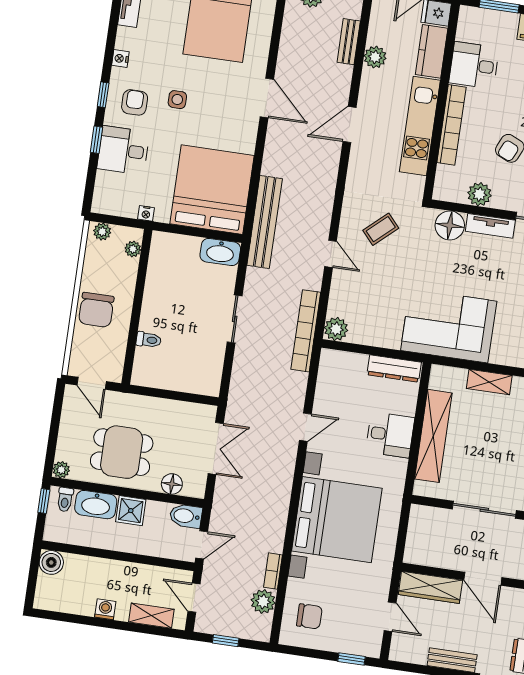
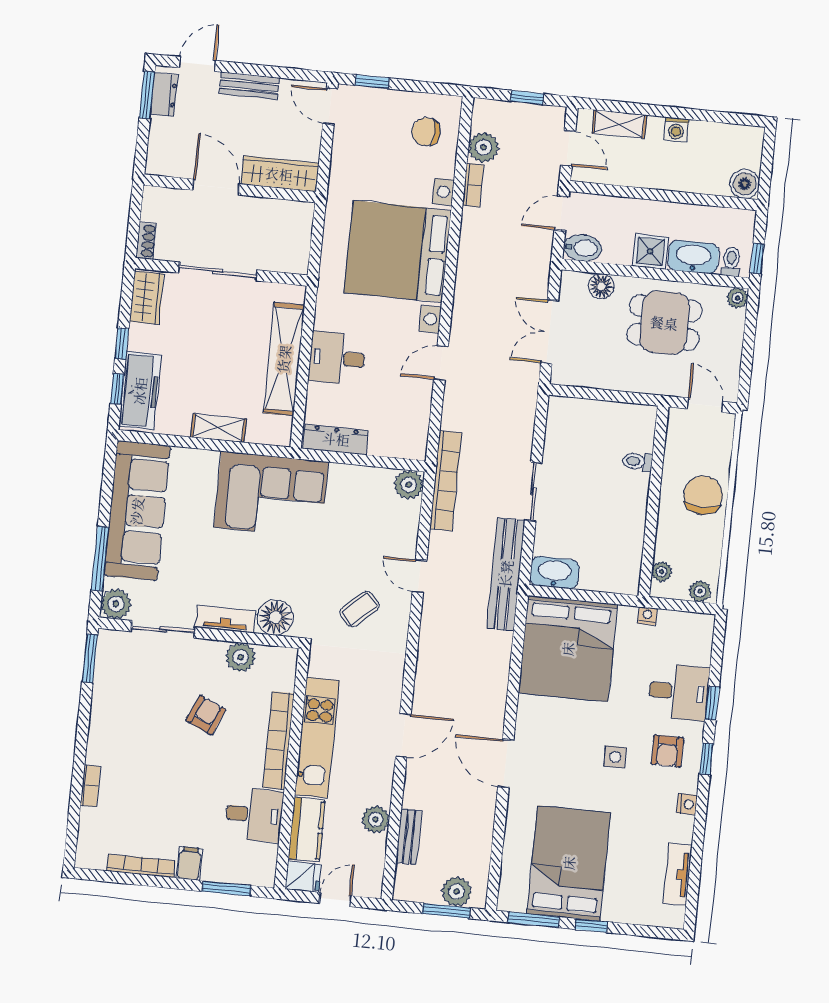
bench: (265, 222) -> (506, 574), moved
door: (390, 617) -> (330, 106), moved

